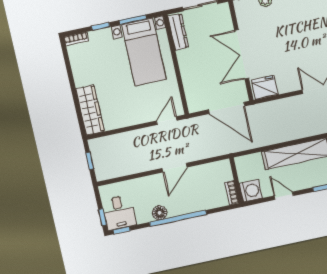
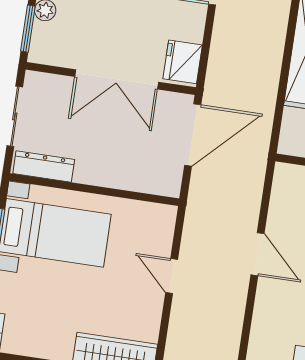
door: (167, 121) -> (172, 276), moved

